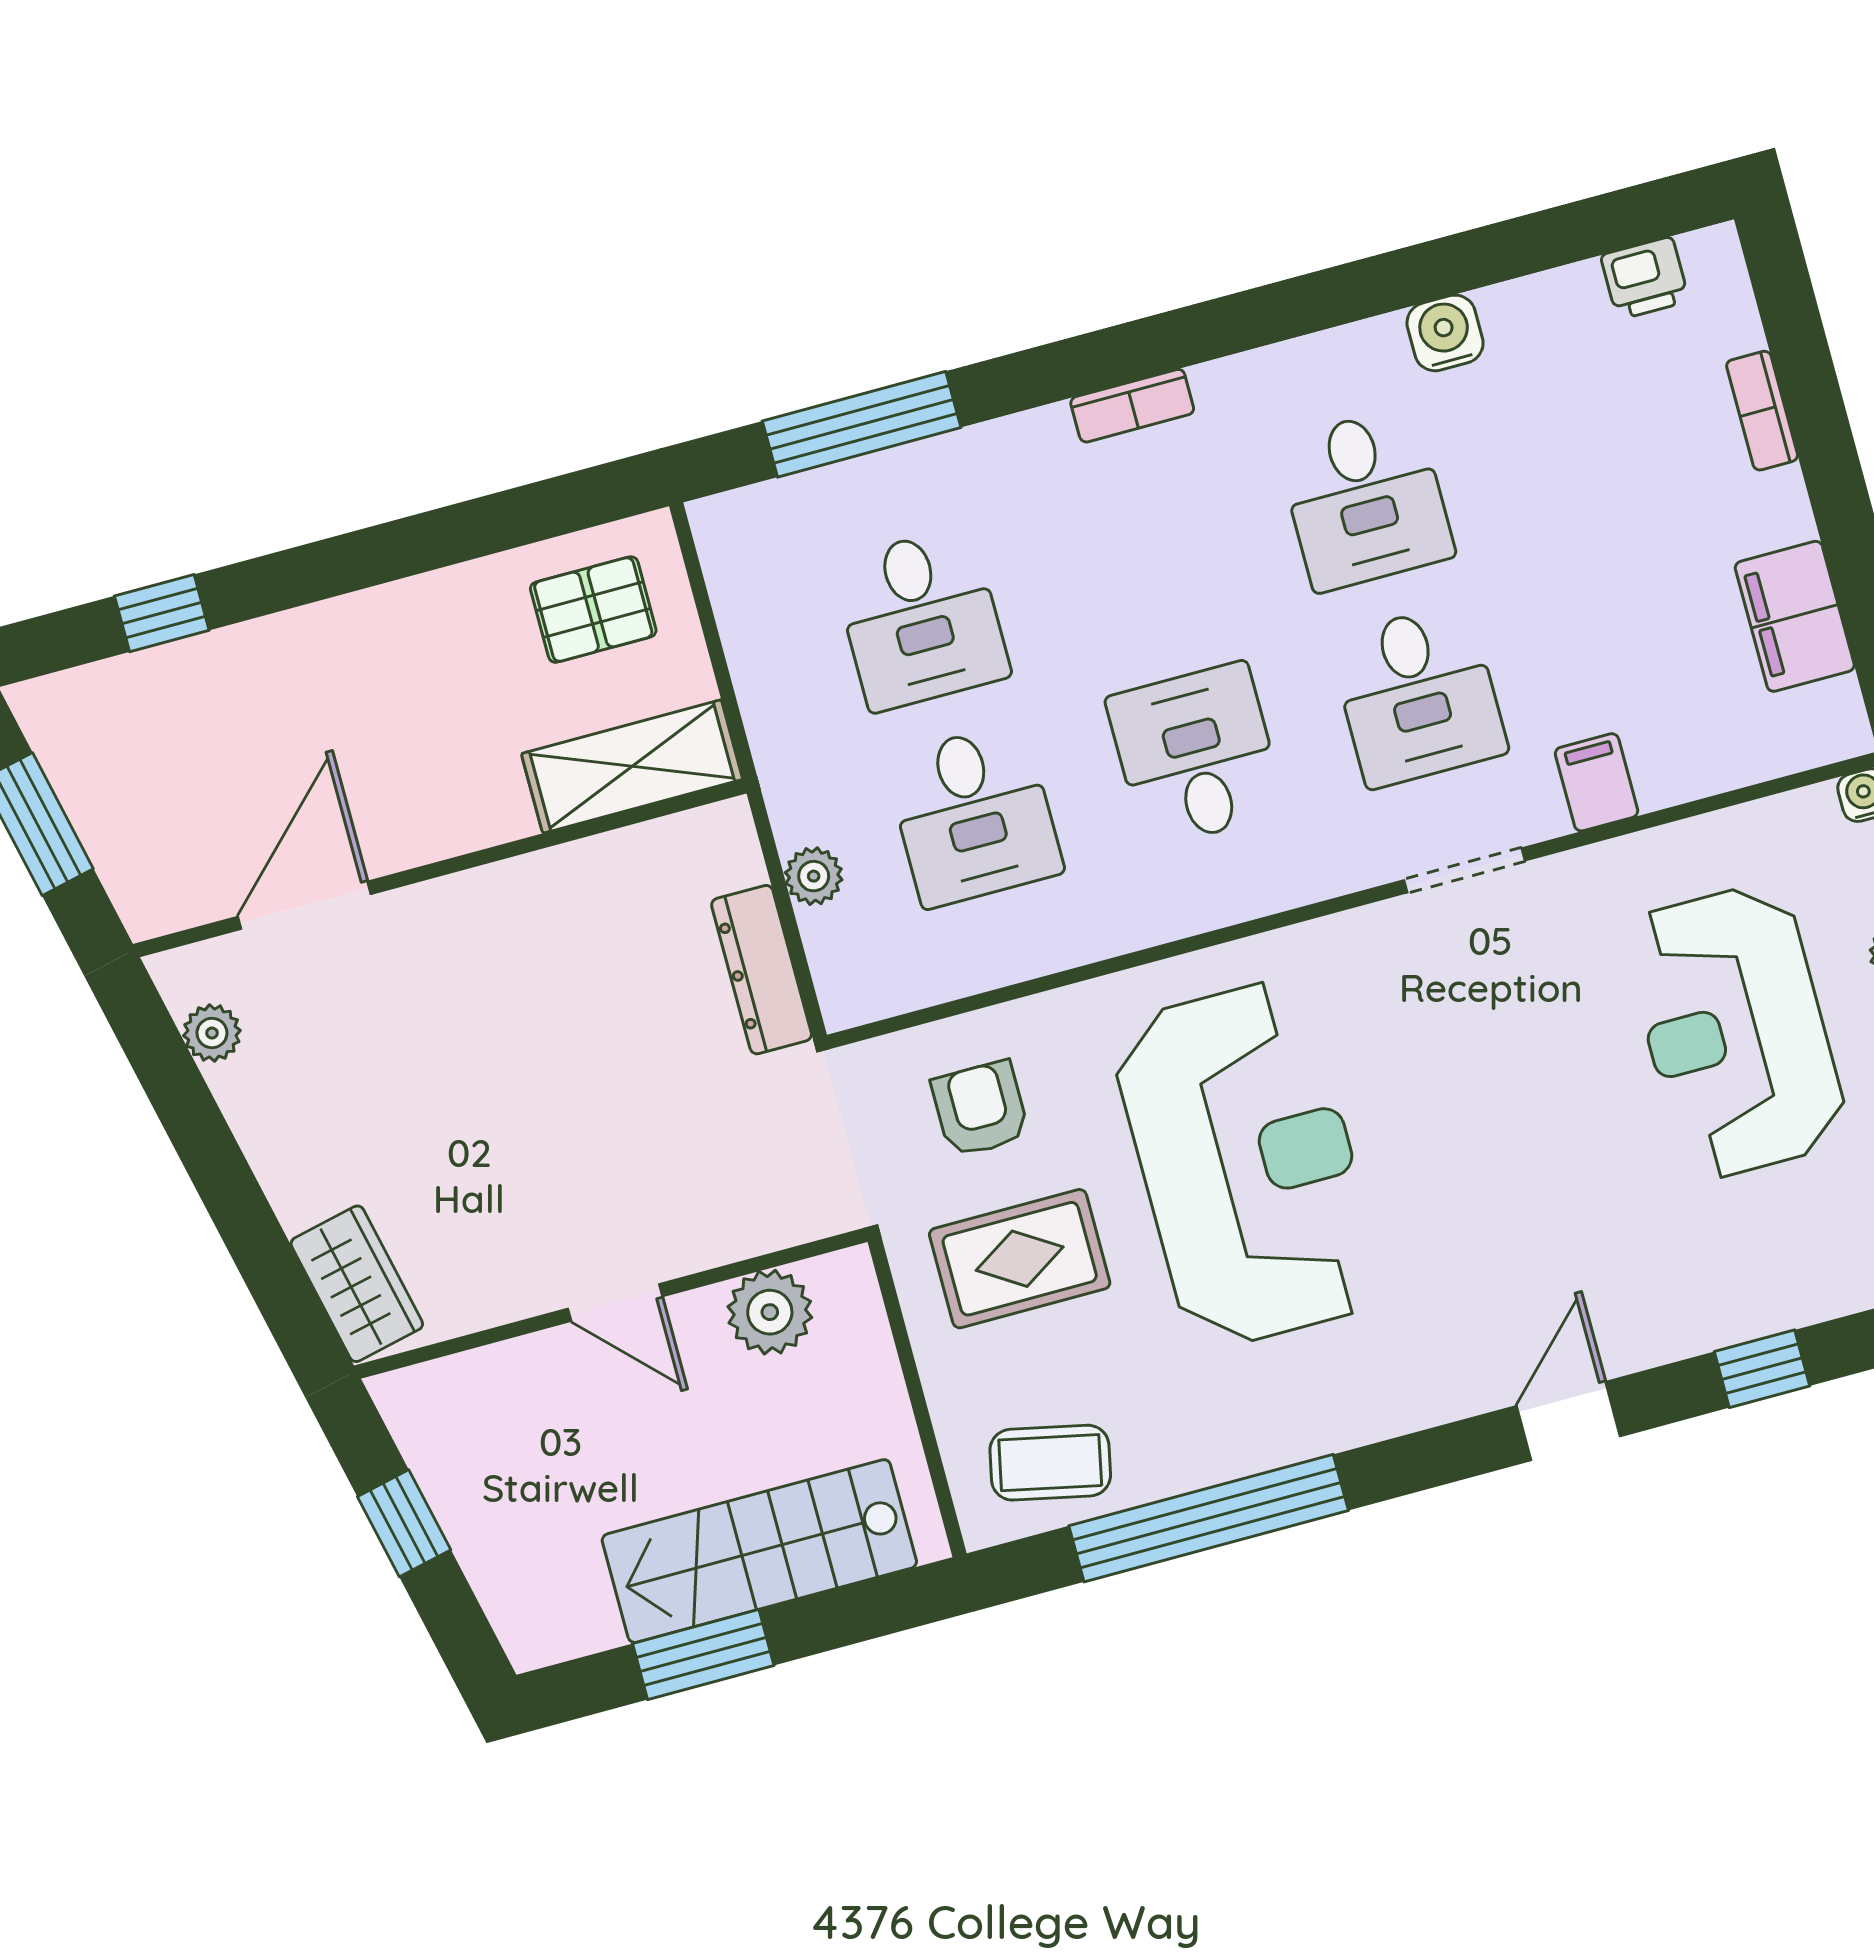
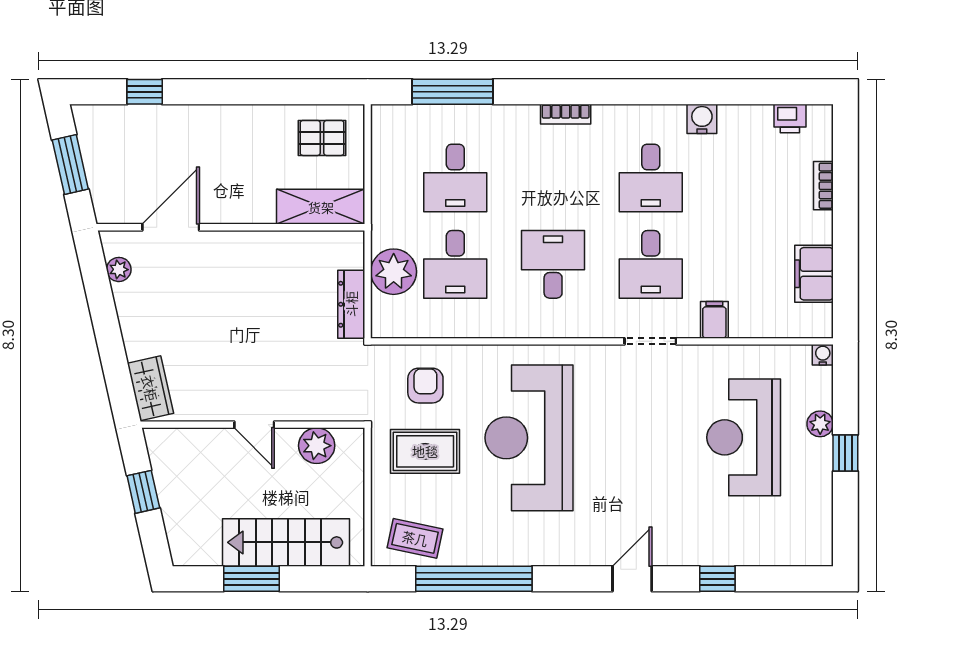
plant: (814, 876) -> (394, 272), width x1.88, depth x1.88
reception desk: (1248, 1164) -> (529, 438), turned 180

